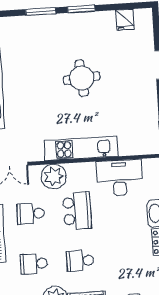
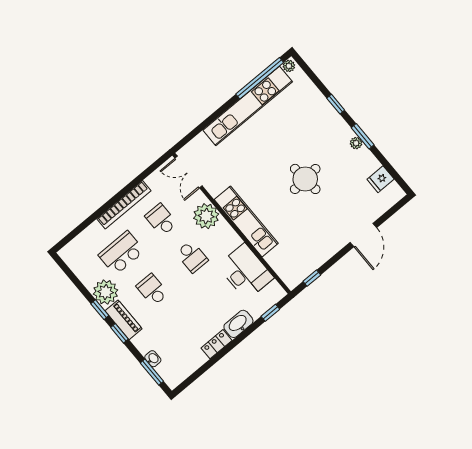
window: (41, 11) -> (336, 104), width x0.67
plant: (83, 18) -> (356, 143), added
school desk: (77, 211) -> (192, 257), width x0.54
school desk: (34, 264) -> (121, 253), width x1.85

